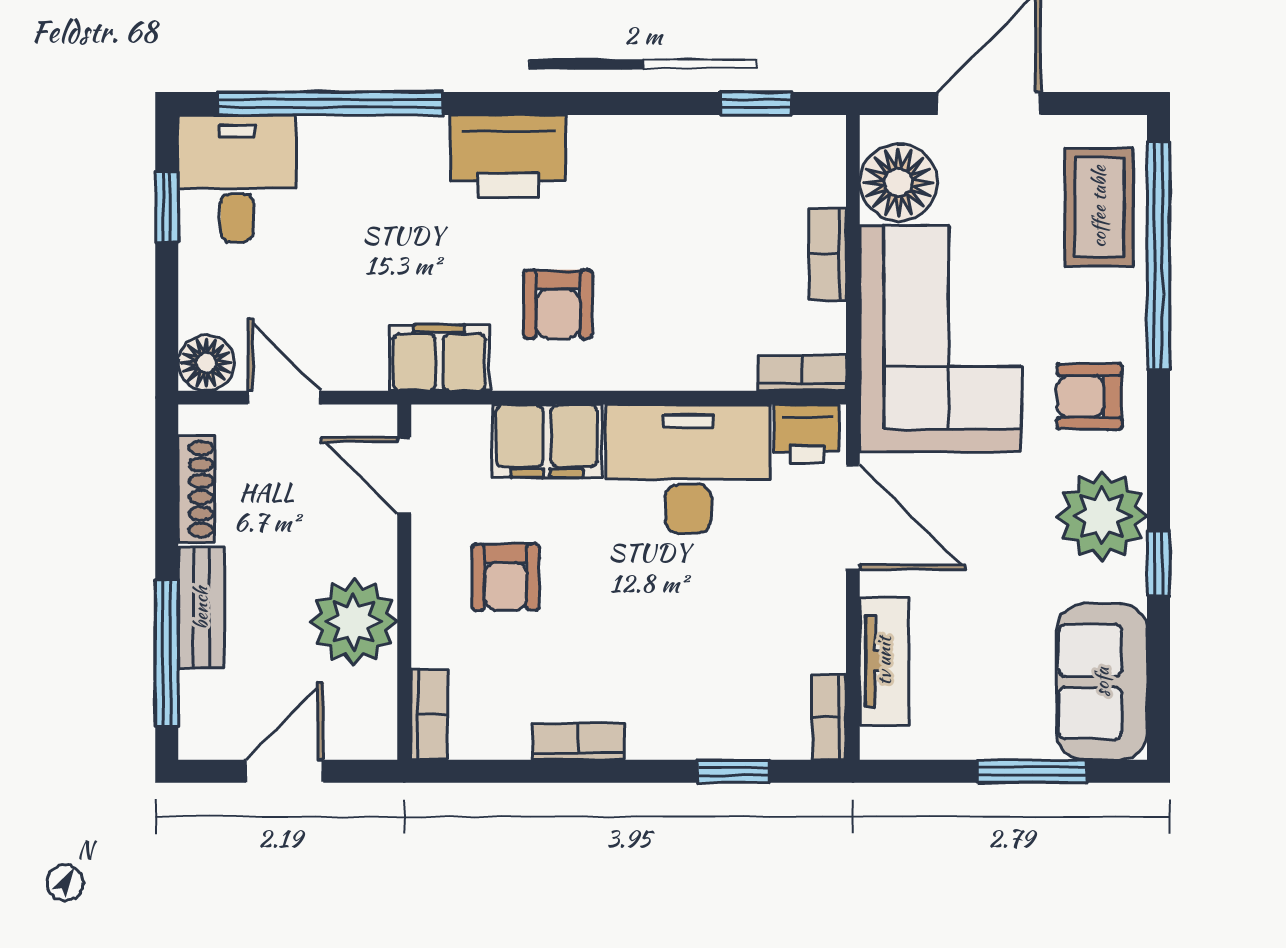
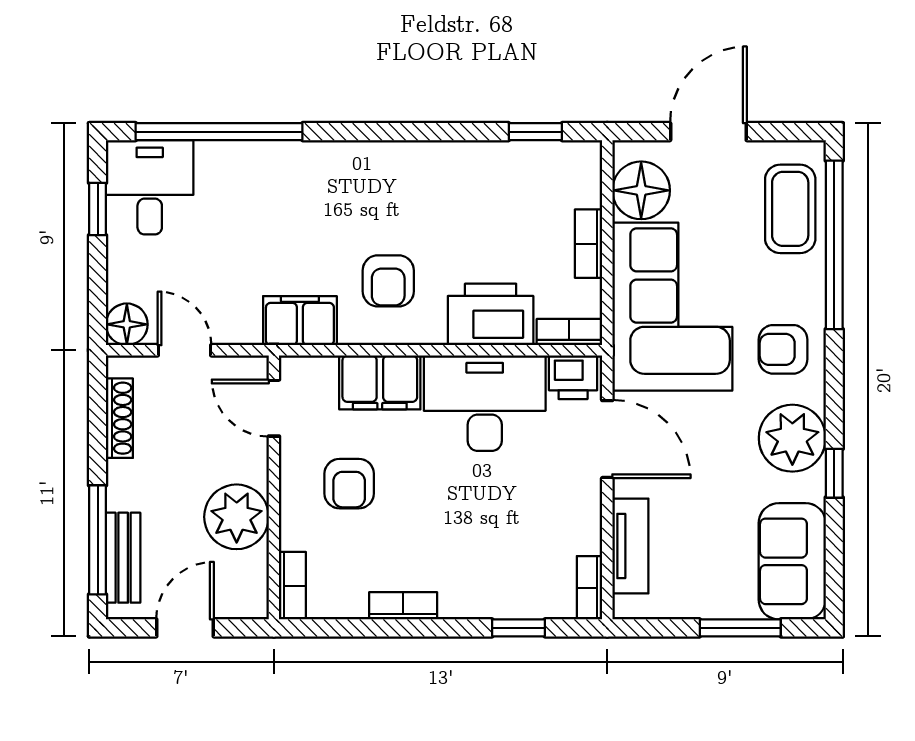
printer: (508, 156) -> (491, 314), moved, turned 180
bench: (201, 608) -> (123, 558), moved

